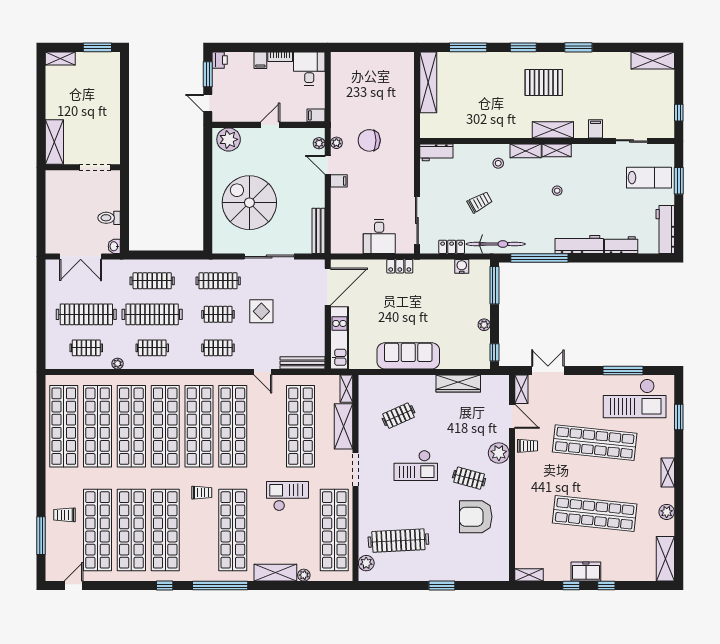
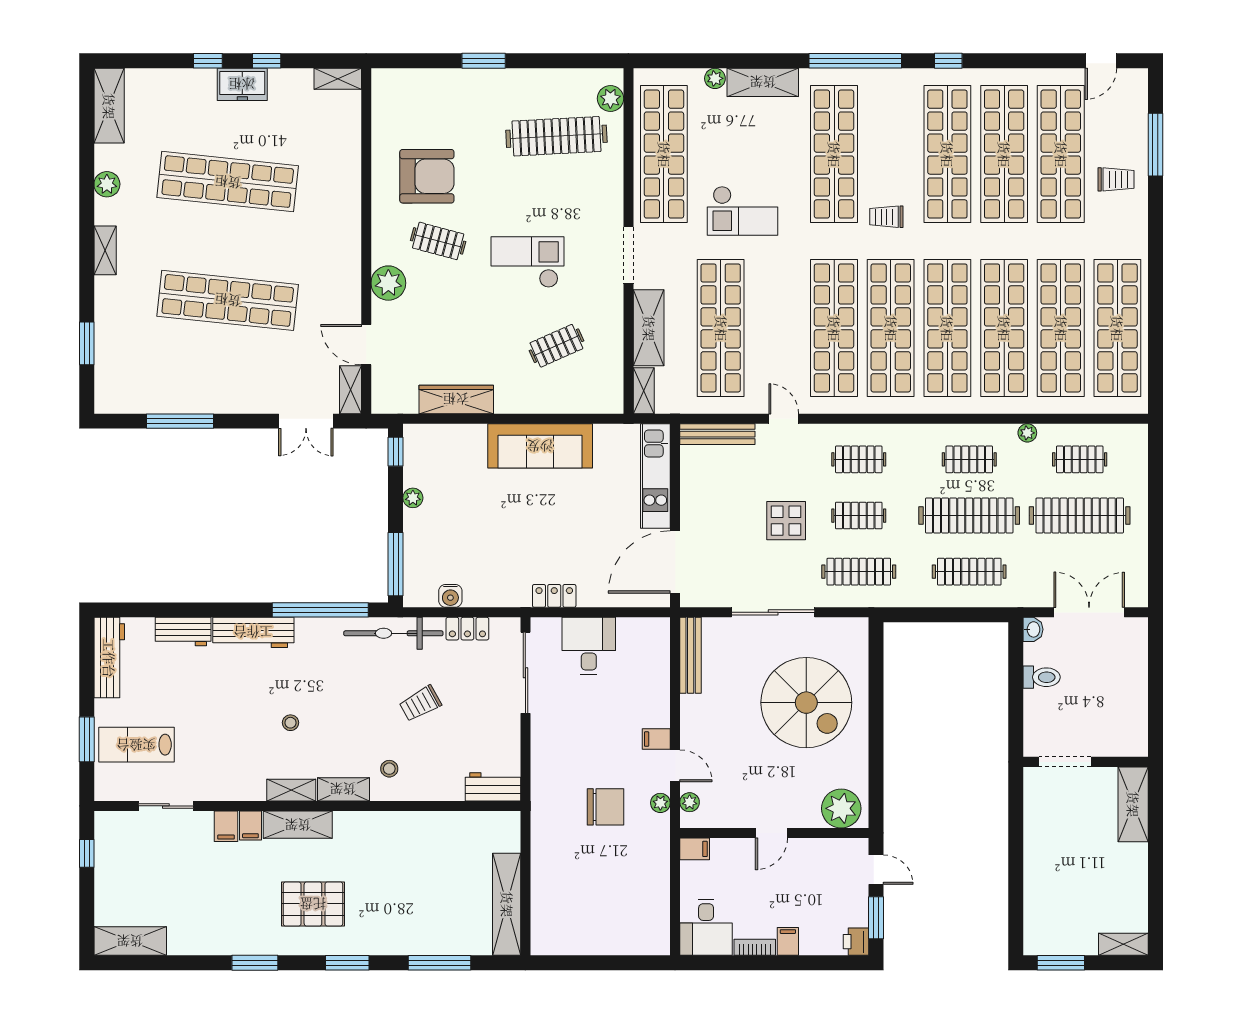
filing cabinet: (581, 129) -> (250, 826), added
checkout: (635, 398) -> (161, 374), removed
trolley: (527, 446) -> (340, 295), removed

